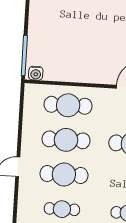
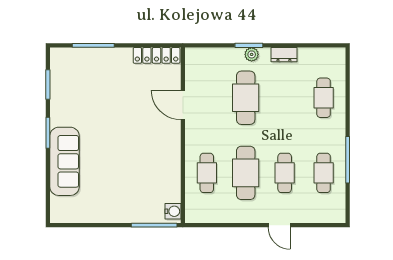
cafe table: (68, 105) -> (207, 173), width x0.73, depth x0.74
cafe table: (64, 175) -> (285, 173), width x0.73, depth x0.74

